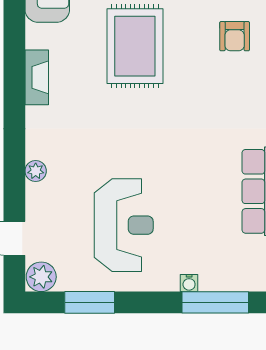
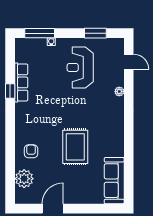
fireplace: (37, 77) -> (119, 133), removed
plant: (41, 277) -> (117, 45), removed

